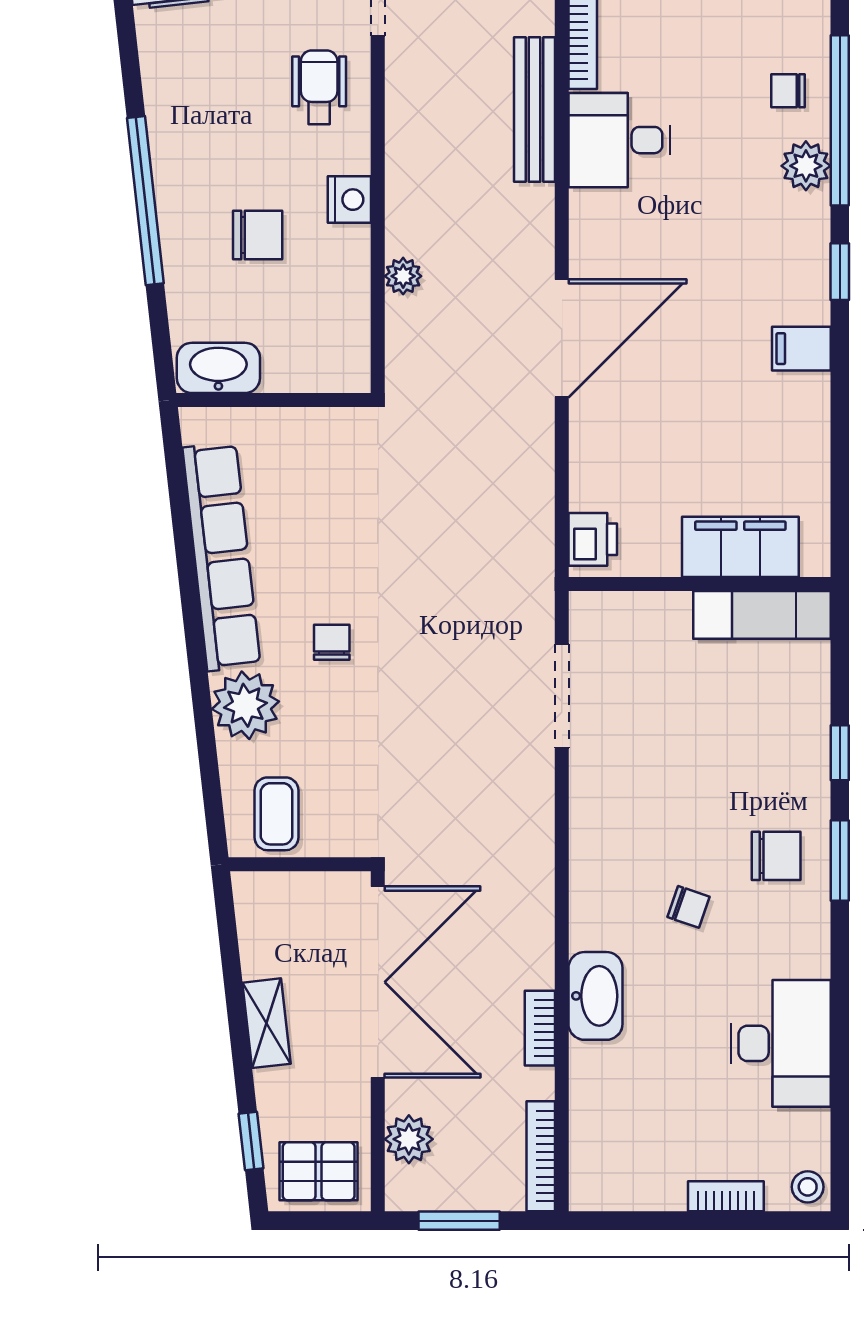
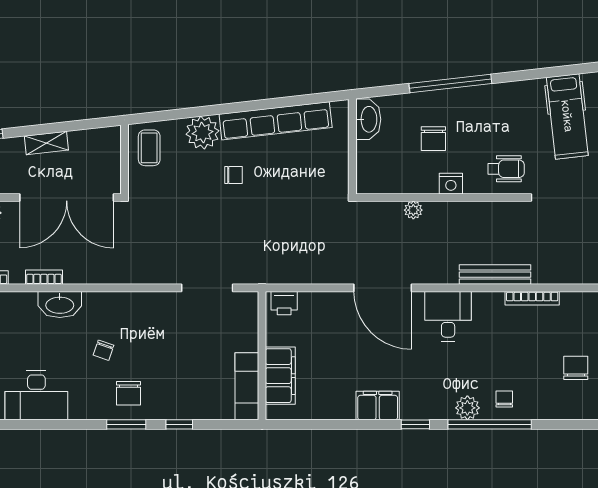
desk: (619, 140) -> (448, 316), moved
filing cabinet: (801, 349) -> (378, 406), width x2.00
coffee table: (276, 814) -> (149, 148), turned 90

